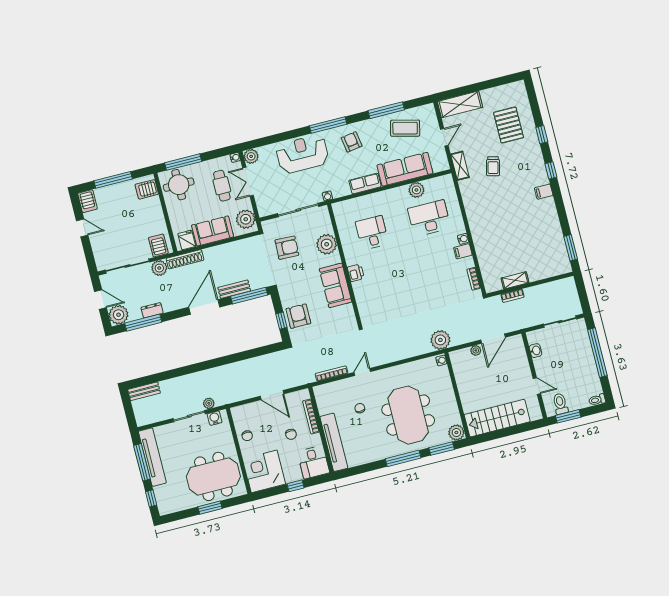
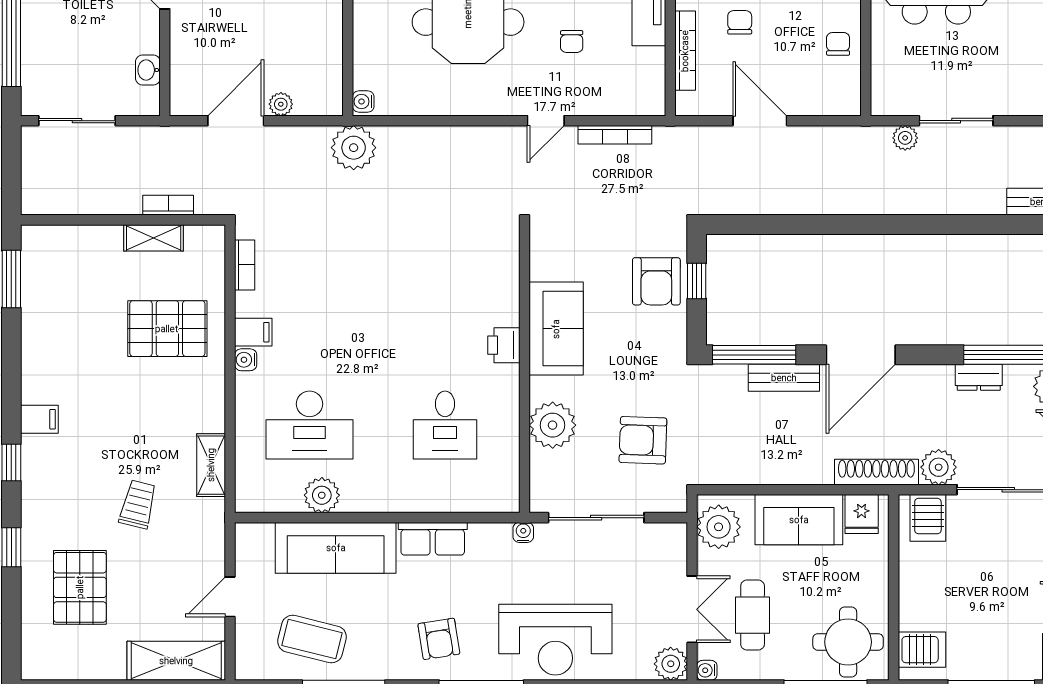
shelving: (460, 166) -> (211, 465), moved
pallet: (499, 244) -> (167, 329), added
water cooler: (215, 418) -> (901, 102), removed

